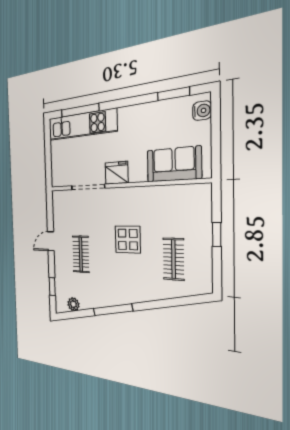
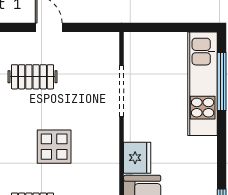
fridge: (117, 173) -> (137, 158), moved

